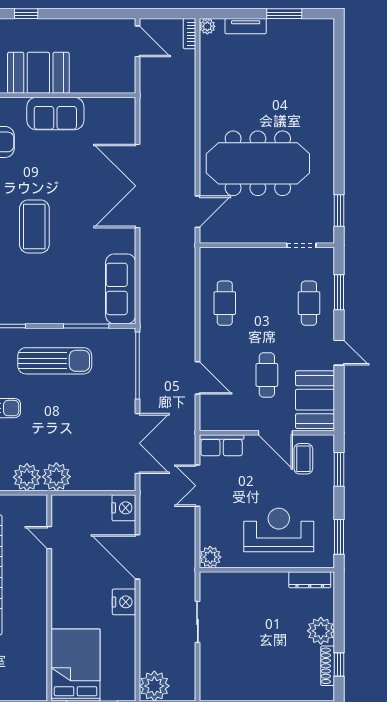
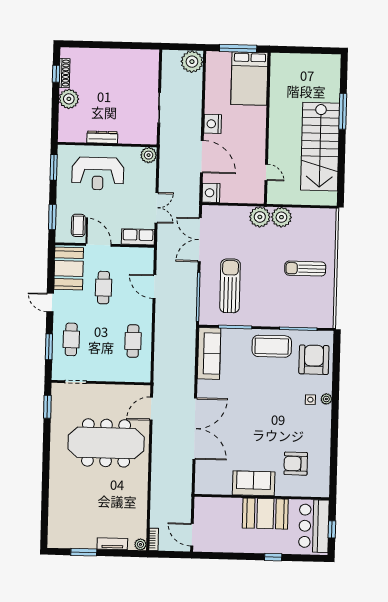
coffee table: (34, 226) -> (272, 346), moved, turned 90
sun lounger: (55, 361) -> (230, 286), moved, turned 90
dresser: (310, 580) -> (102, 137), moved

